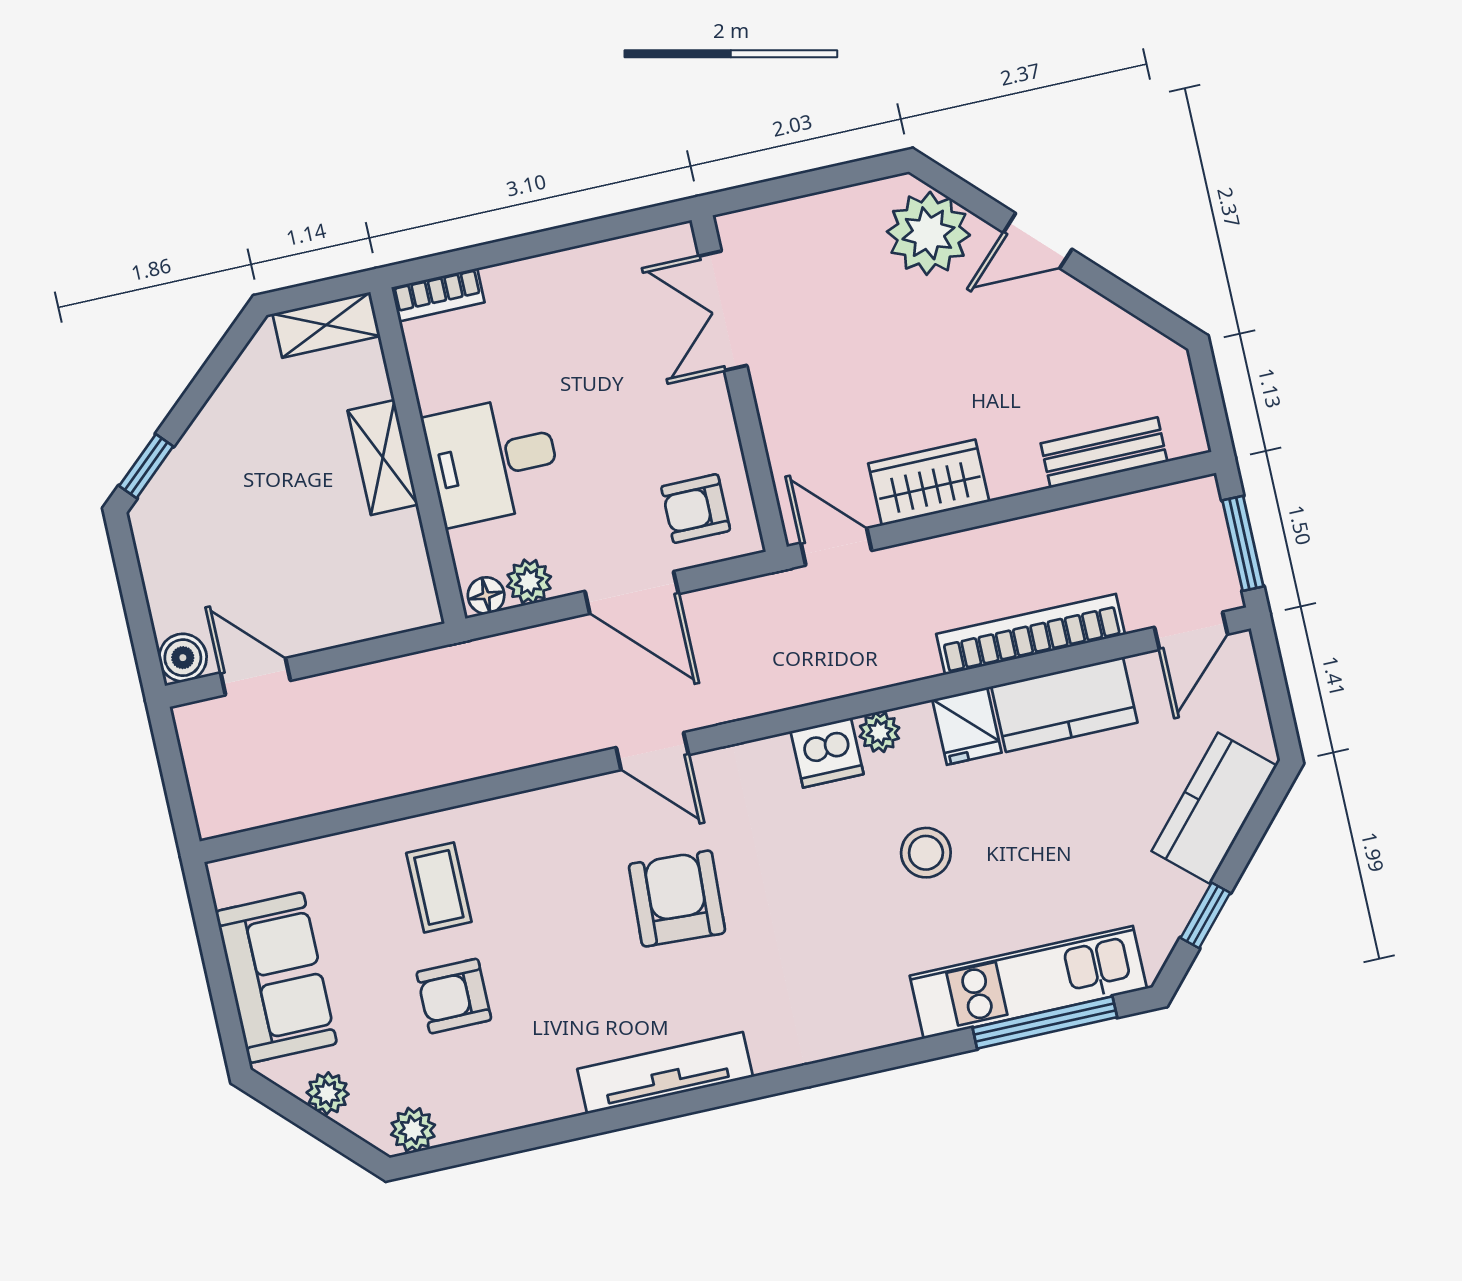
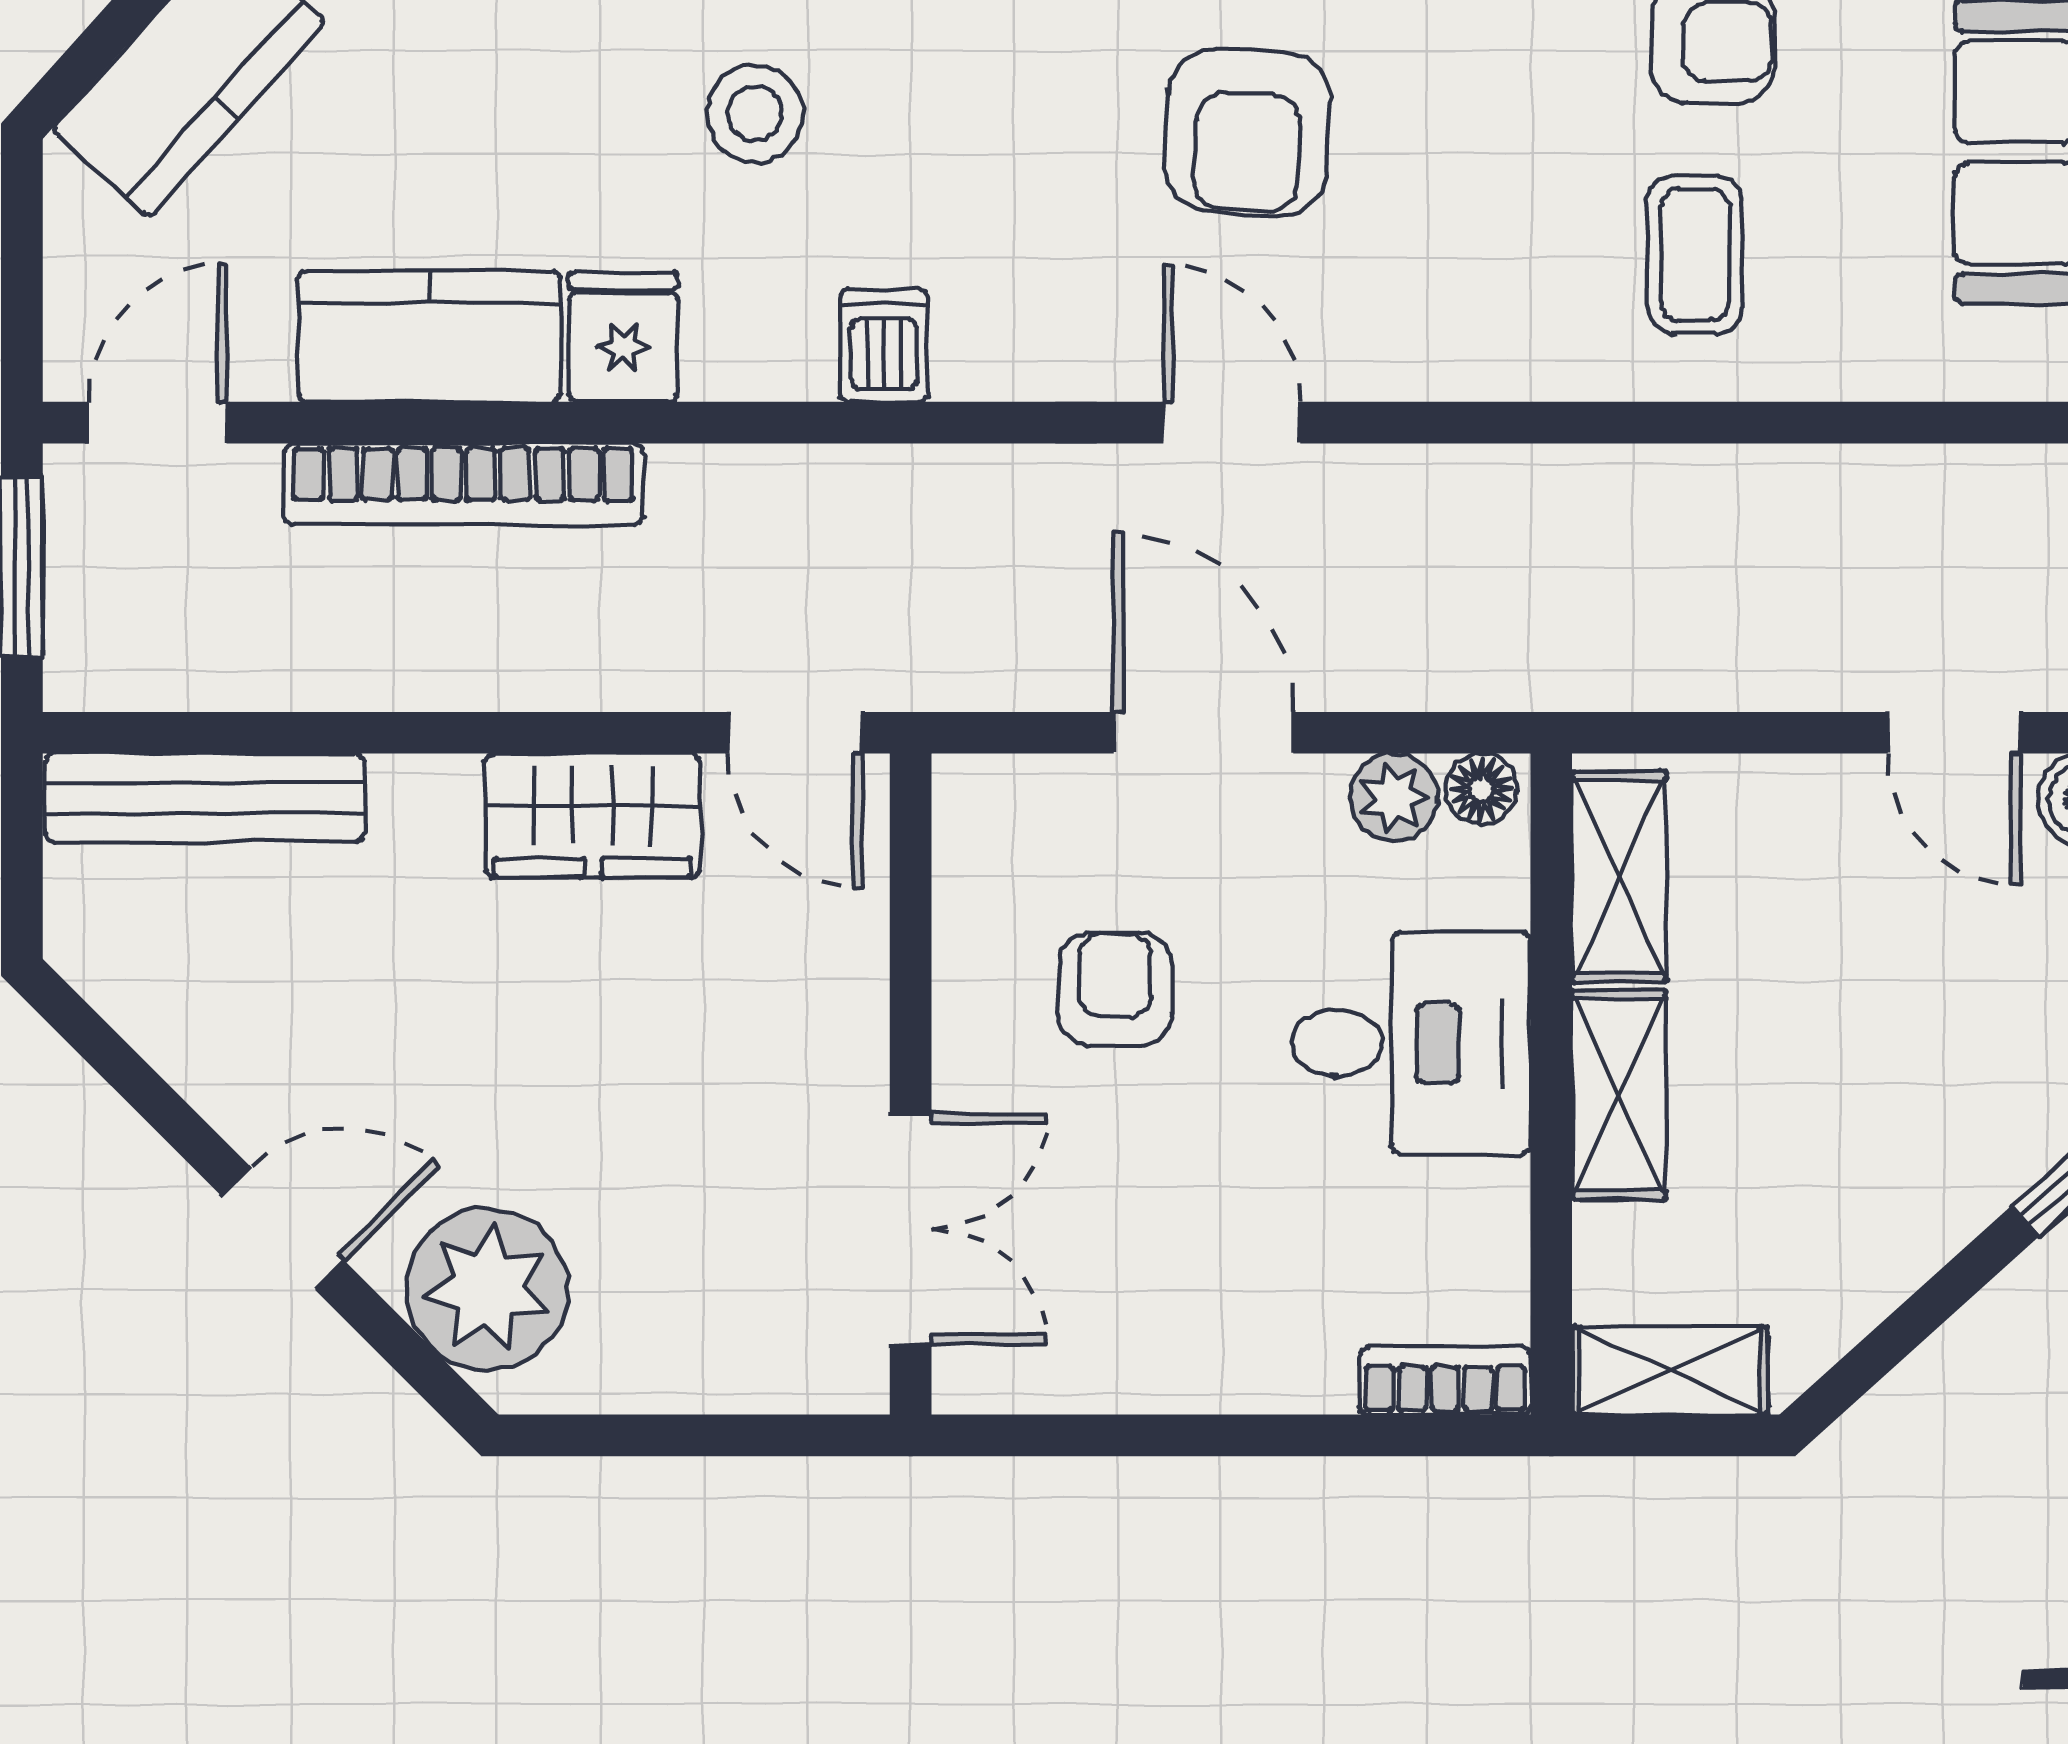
bench: (1104, 453) -> (205, 798), width x1.36
armchair: (696, 509) -> (1115, 989), moved, turned -90
shelving: (407, 567) -> (1619, 877), added
plant: (879, 732) -> (792, 362), removed
dishwasher: (827, 753) -> (884, 346), width x0.73

